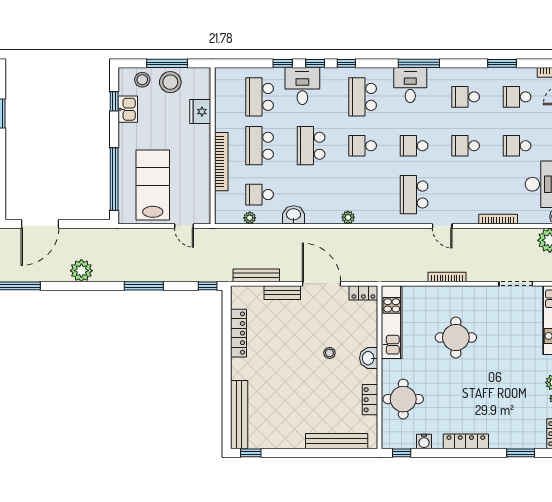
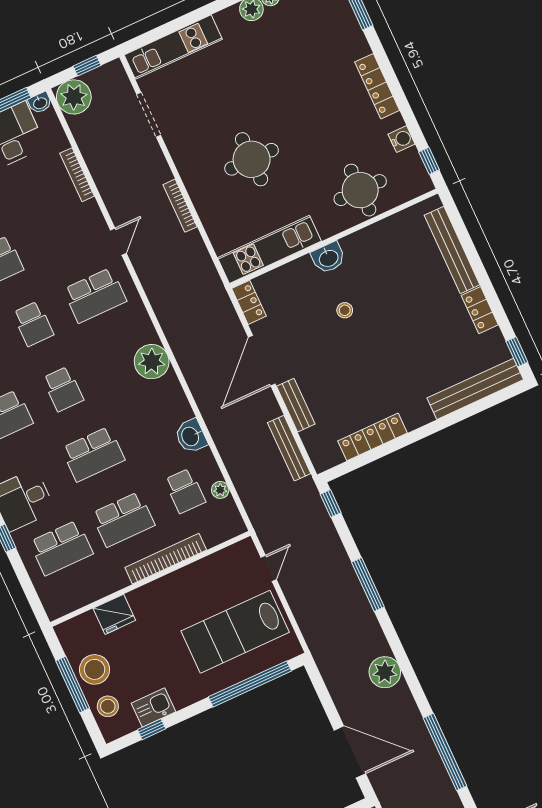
plant: (348, 217) -> (152, 362), width x1.88, depth x1.88
locker: (370, 400) -> (480, 310), moved, turned 90

